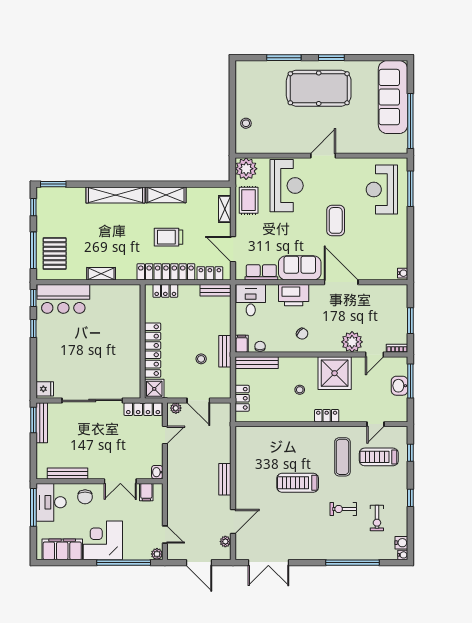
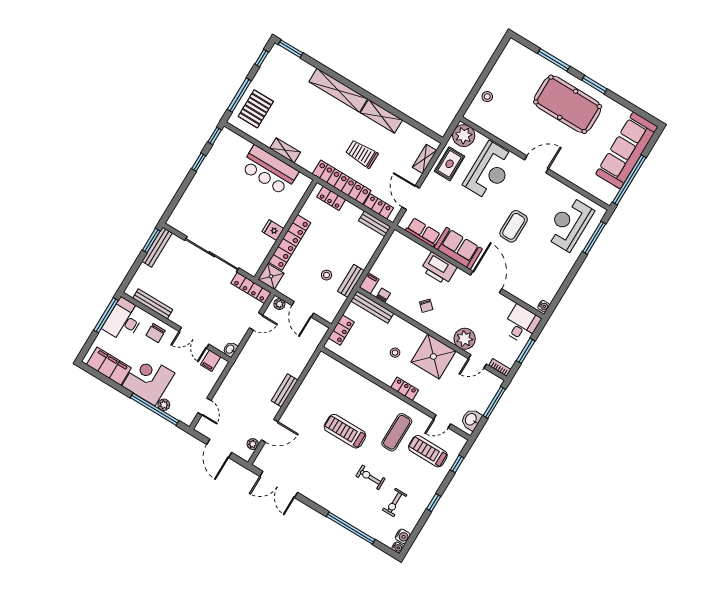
bar counter: (63, 299) -> (269, 170), moved
desk: (251, 300) -> (521, 324), moved
washbasin: (399, 386) -> (471, 420), moved
fridge: (45, 389) -> (273, 230), moved, turned 180
plant: (157, 554) -> (164, 405), moved

